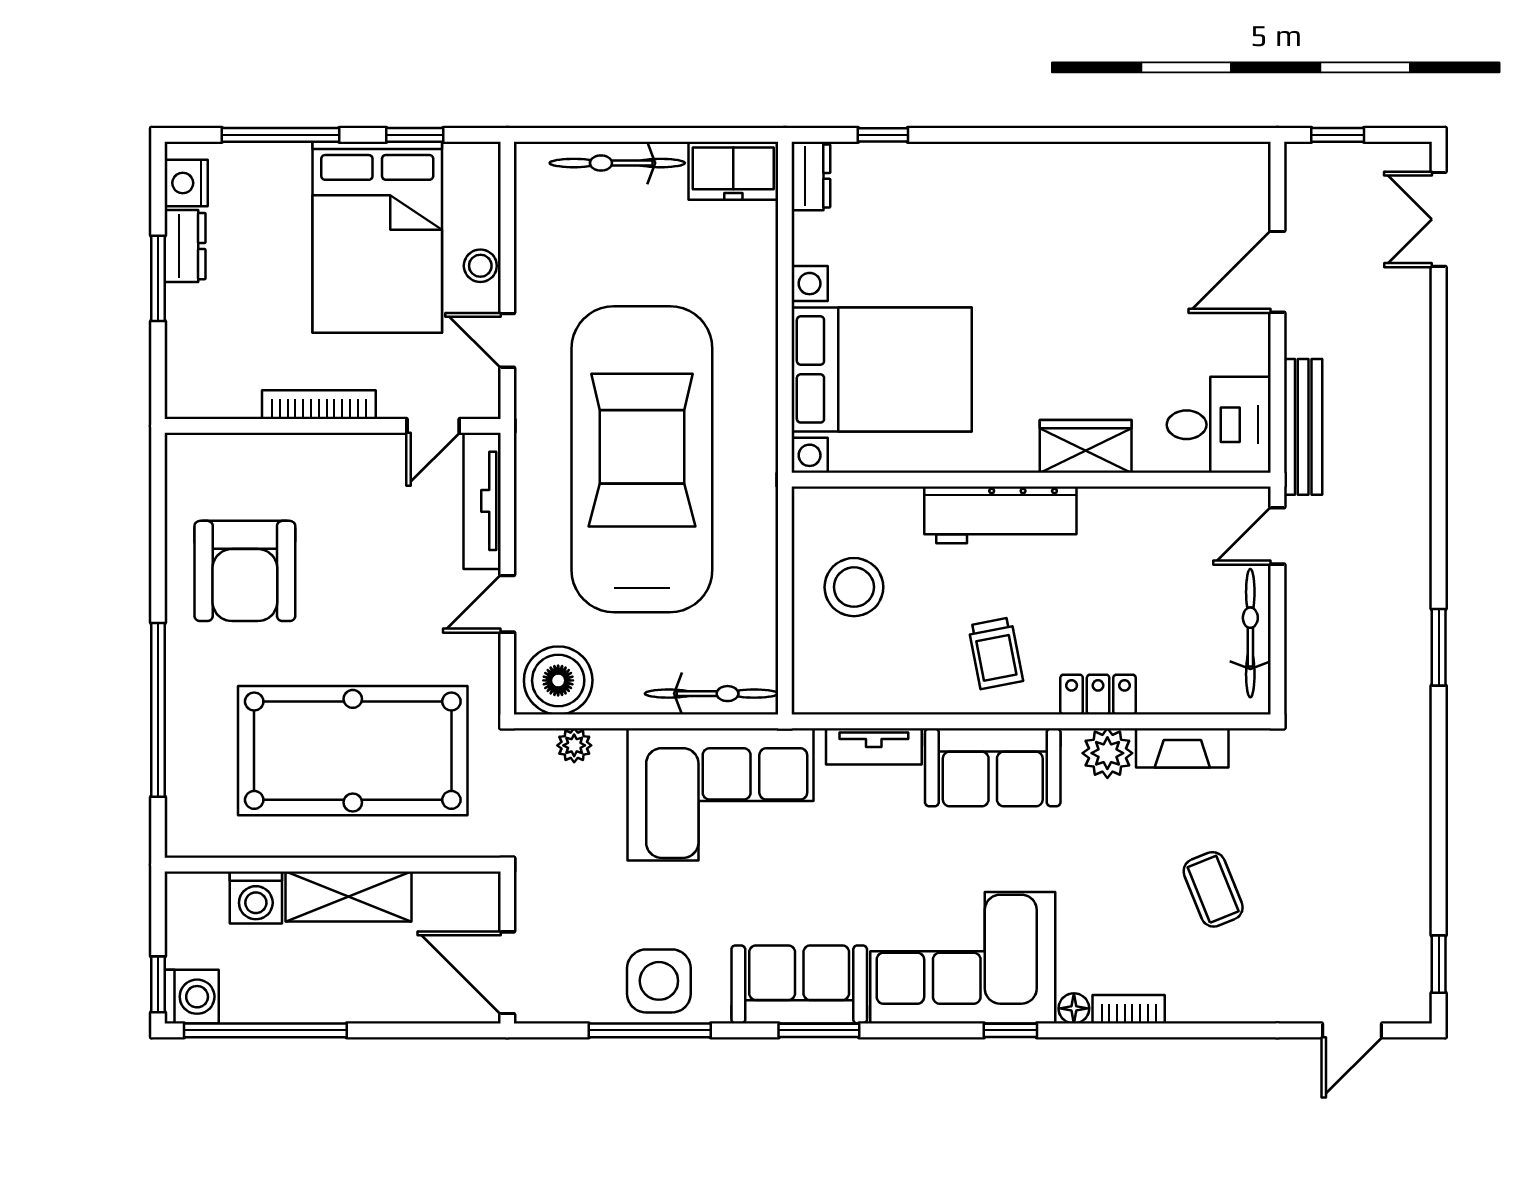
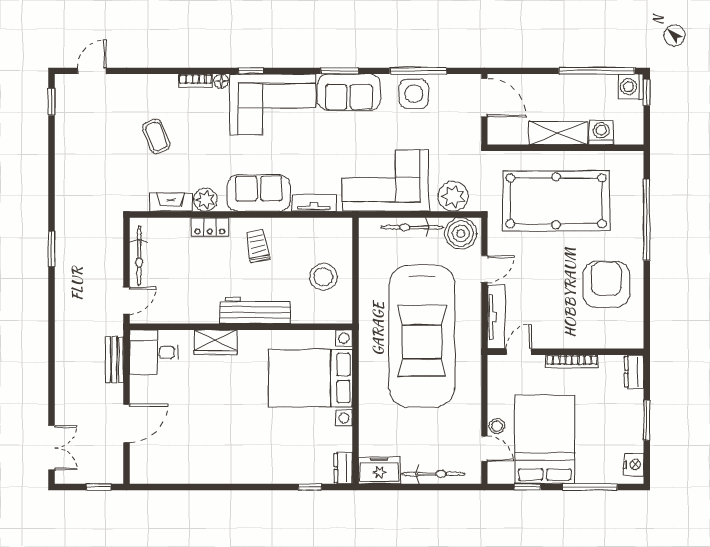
dresser: (185, 246) -> (634, 372), moved
door: (507, 340) -> (484, 449), moved
bench: (1303, 427) -> (115, 360), width x0.73
bicycle: (711, 694) -> (412, 227), moved
plant: (574, 745) -> (453, 196), width x1.87, depth x1.87

